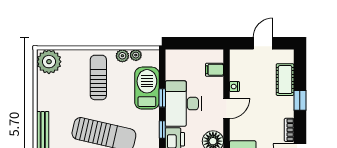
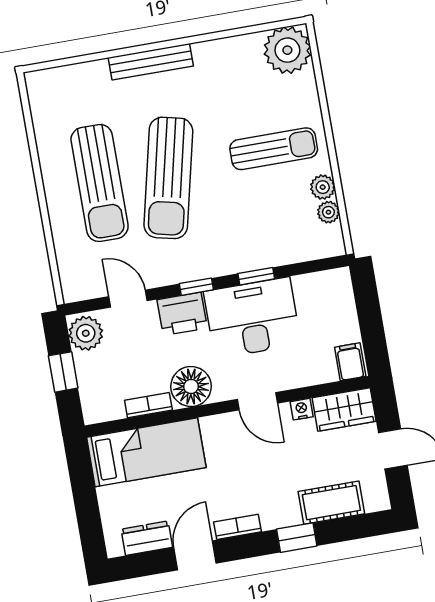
wardrobe: (238, 65) -> (344, 409), added
filing cabinet: (214, 70) -> (350, 362), moved
barbecue: (147, 88) -> (270, 244), removed

